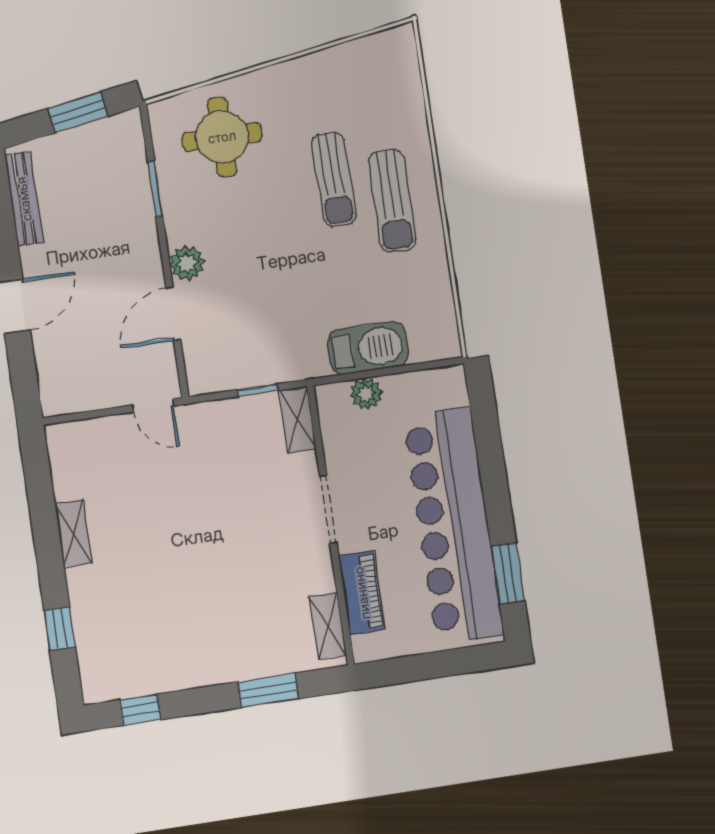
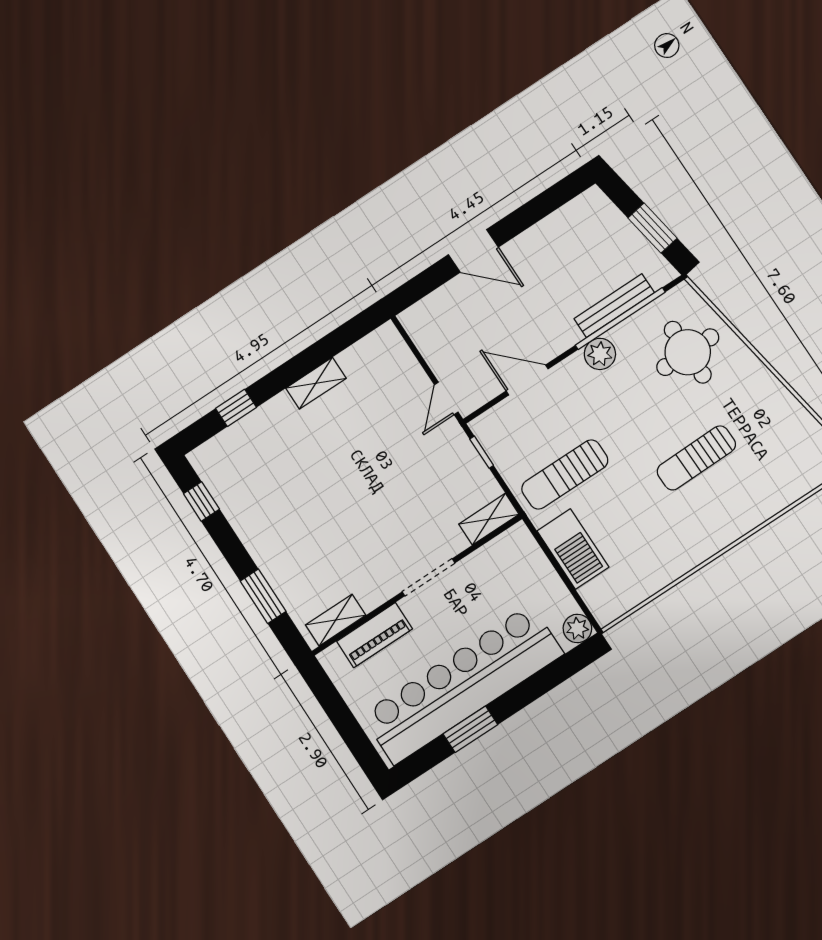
window: (155, 189) -> (620, 319), width x2.11
bench: (24, 199) -> (614, 306), moved
sun lounger: (392, 201) -> (565, 475), moved
plant: (187, 263) -> (600, 354), moved
window: (258, 390) -> (482, 452), moved
plant: (366, 394) -> (577, 628), moved
window: (508, 573) -> (470, 729), moved

